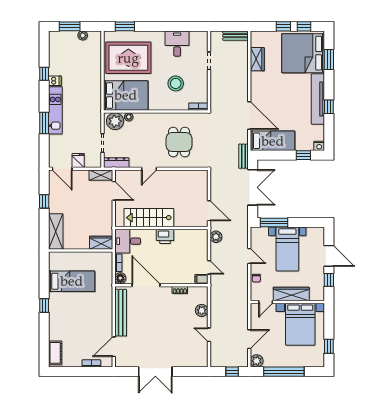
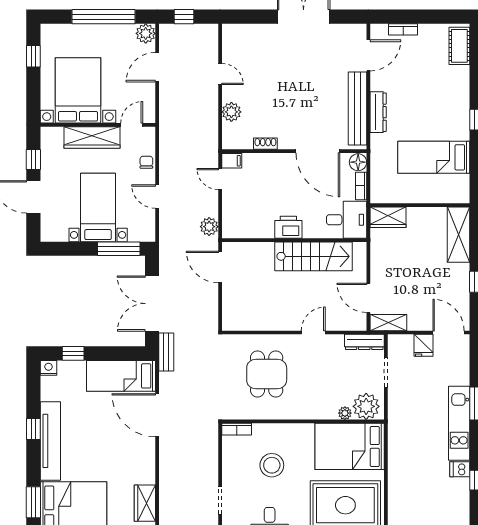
dresser: (107, 310) -> (378, 112), added

